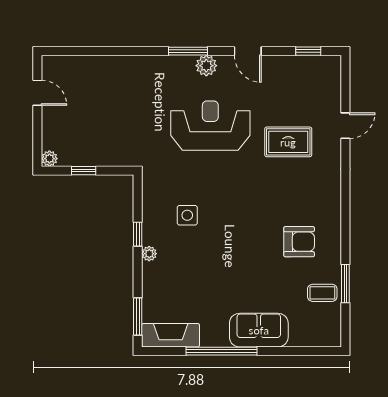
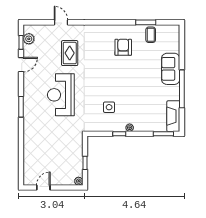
door: (248, 51) -> (21, 65), moved
plant: (206, 66) -> (29, 39), moved

